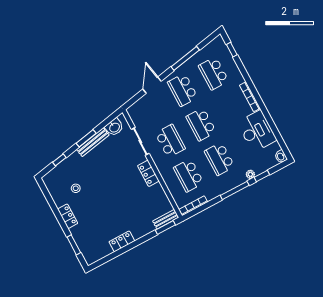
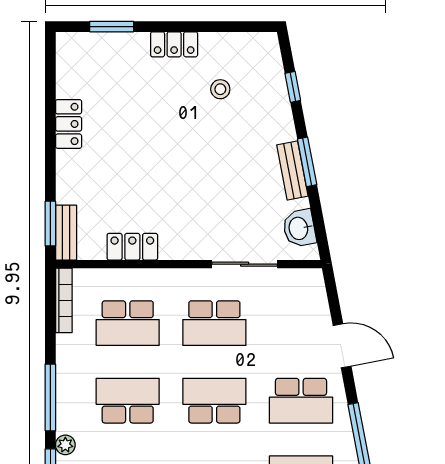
school desk: (183, 90) -> (301, 401), turned 180
bench: (93, 142) -> (292, 171), width x0.73
locker: (148, 173) -> (132, 247), moved
school desk: (189, 175) -> (128, 323), turned 180

